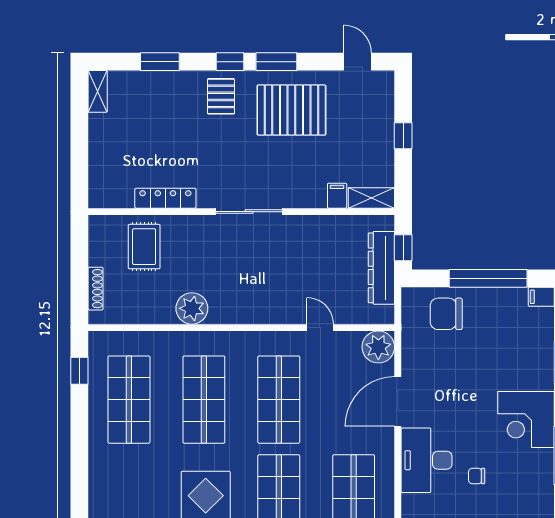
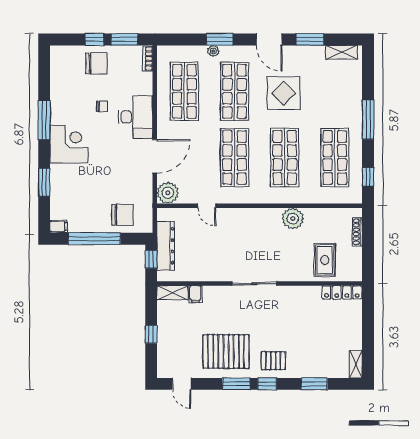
pallet: (221, 96) -> (273, 361), turned 90
locker: (165, 198) -> (342, 292), moved
window: (79, 456) -> (368, 120), added

